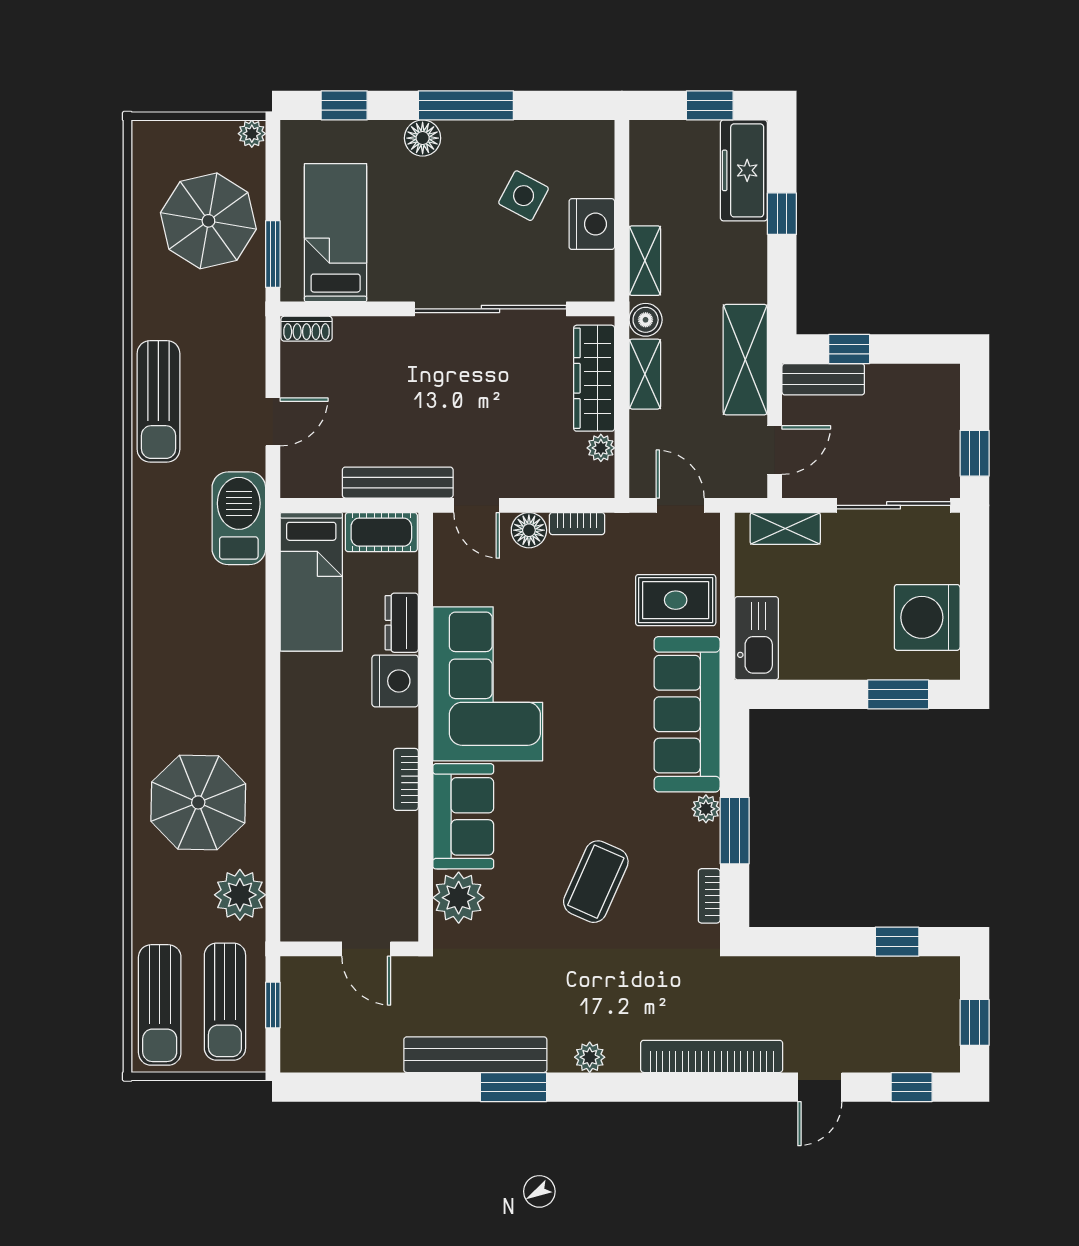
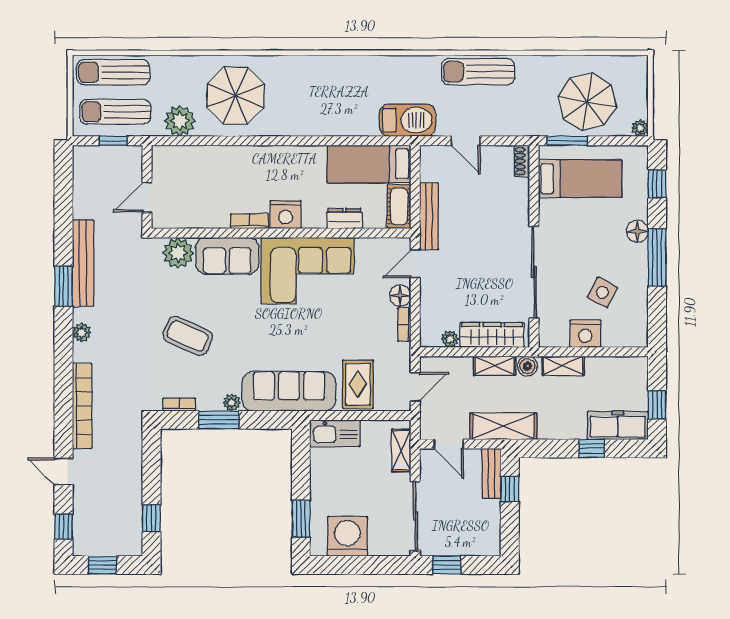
nightstand: (395, 681) -> (286, 215), moved

